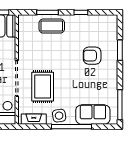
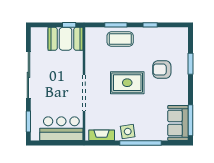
rug: (43, 87) -> (127, 83), moved, turned 90
sofa: (93, 115) -> (178, 123), moved, turned -90

